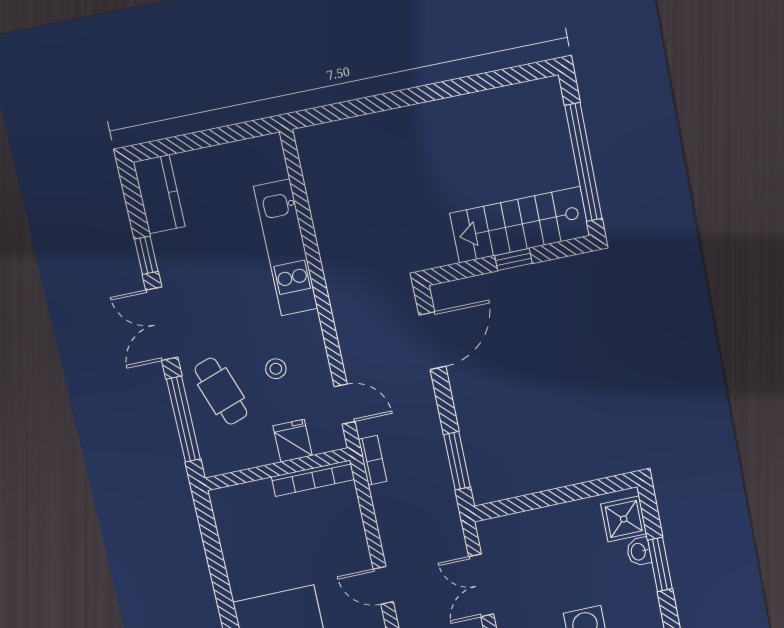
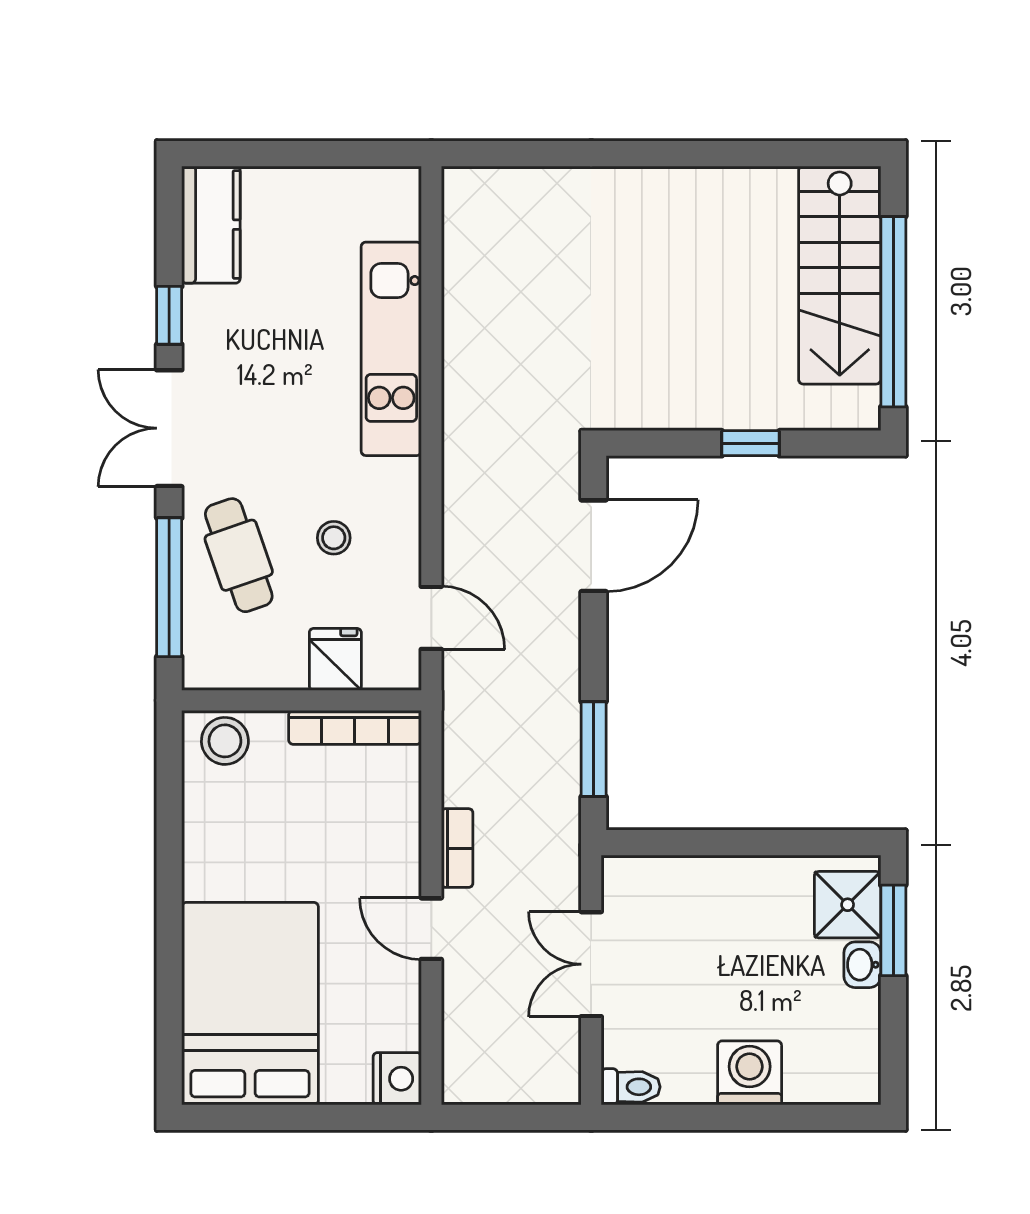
stairs: (520, 225) -> (840, 275), moved, turned -90
bookcase: (373, 460) -> (457, 848), moved
stool: (237, 503) -> (225, 741), added
window: (660, 564) -> (893, 930), moved

